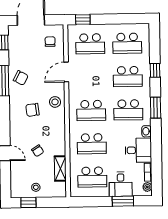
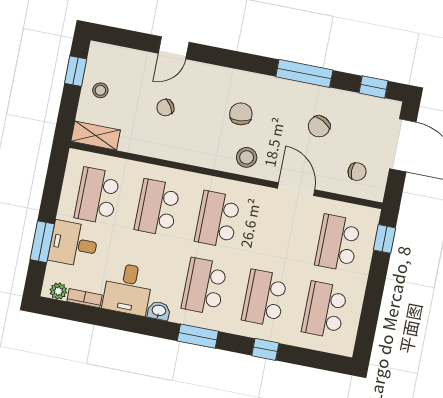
chair: (21, 78) -> (319, 126), moved
shelving: (60, 169) -> (96, 136), moved

